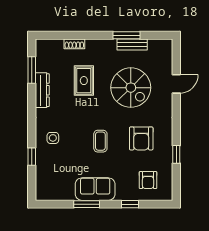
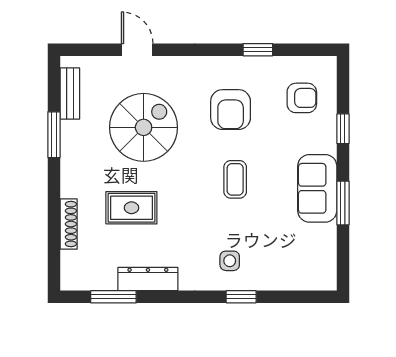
shoe rack: (74, 44) -> (69, 224), width x1.43
bench: (132, 45) -> (70, 93), moved
armchair: (141, 138) -> (231, 110), turned 90
coffee table: (100, 141) -> (235, 179), turned 90
window: (32, 157) -> (241, 297), moved

